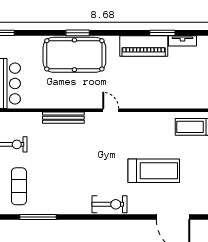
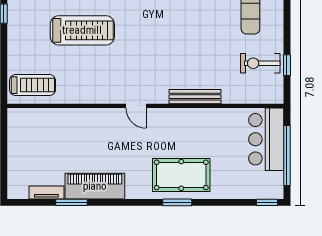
pool table: (74, 55) -> (181, 175), width x0.73, depth x0.76
treadmill: (154, 171) -> (82, 30), turned 180

